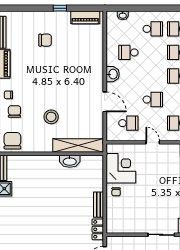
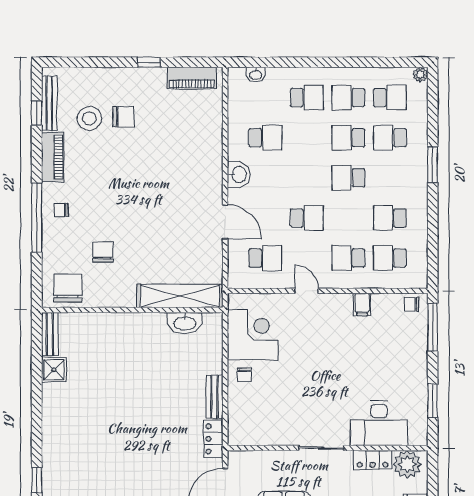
school desk: (128, 52) -> (265, 138), turned 180
chair: (14, 111) -> (103, 252), moved
stool: (51, 117) -> (89, 118), moved
washbasin: (70, 161) -> (185, 323), moved

